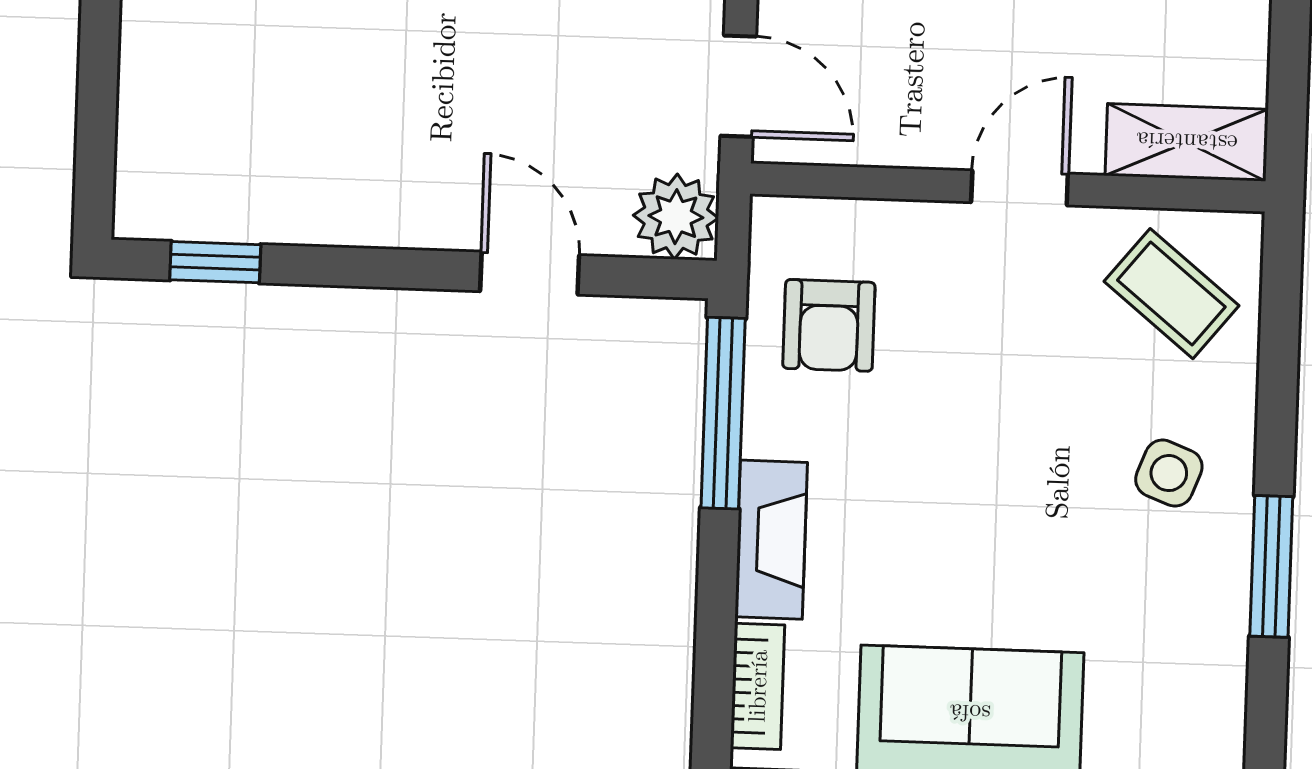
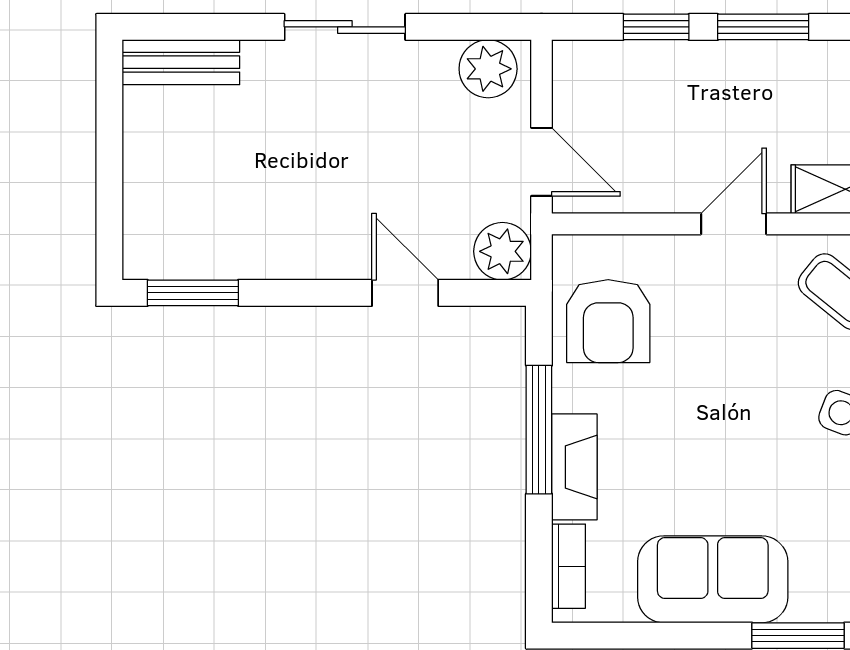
window: (215, 262) -> (193, 293), width x1.50
armchair: (829, 325) -> (608, 321), width x1.38, depth x1.38
window: (723, 413) -> (539, 430), moved

